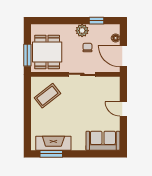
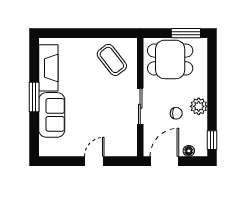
window: (97, 21) -> (212, 140), moved
window: (27, 55) -> (186, 33), moved
sofa: (103, 141) -> (52, 115), moved
window: (51, 154) -> (34, 97), moved

